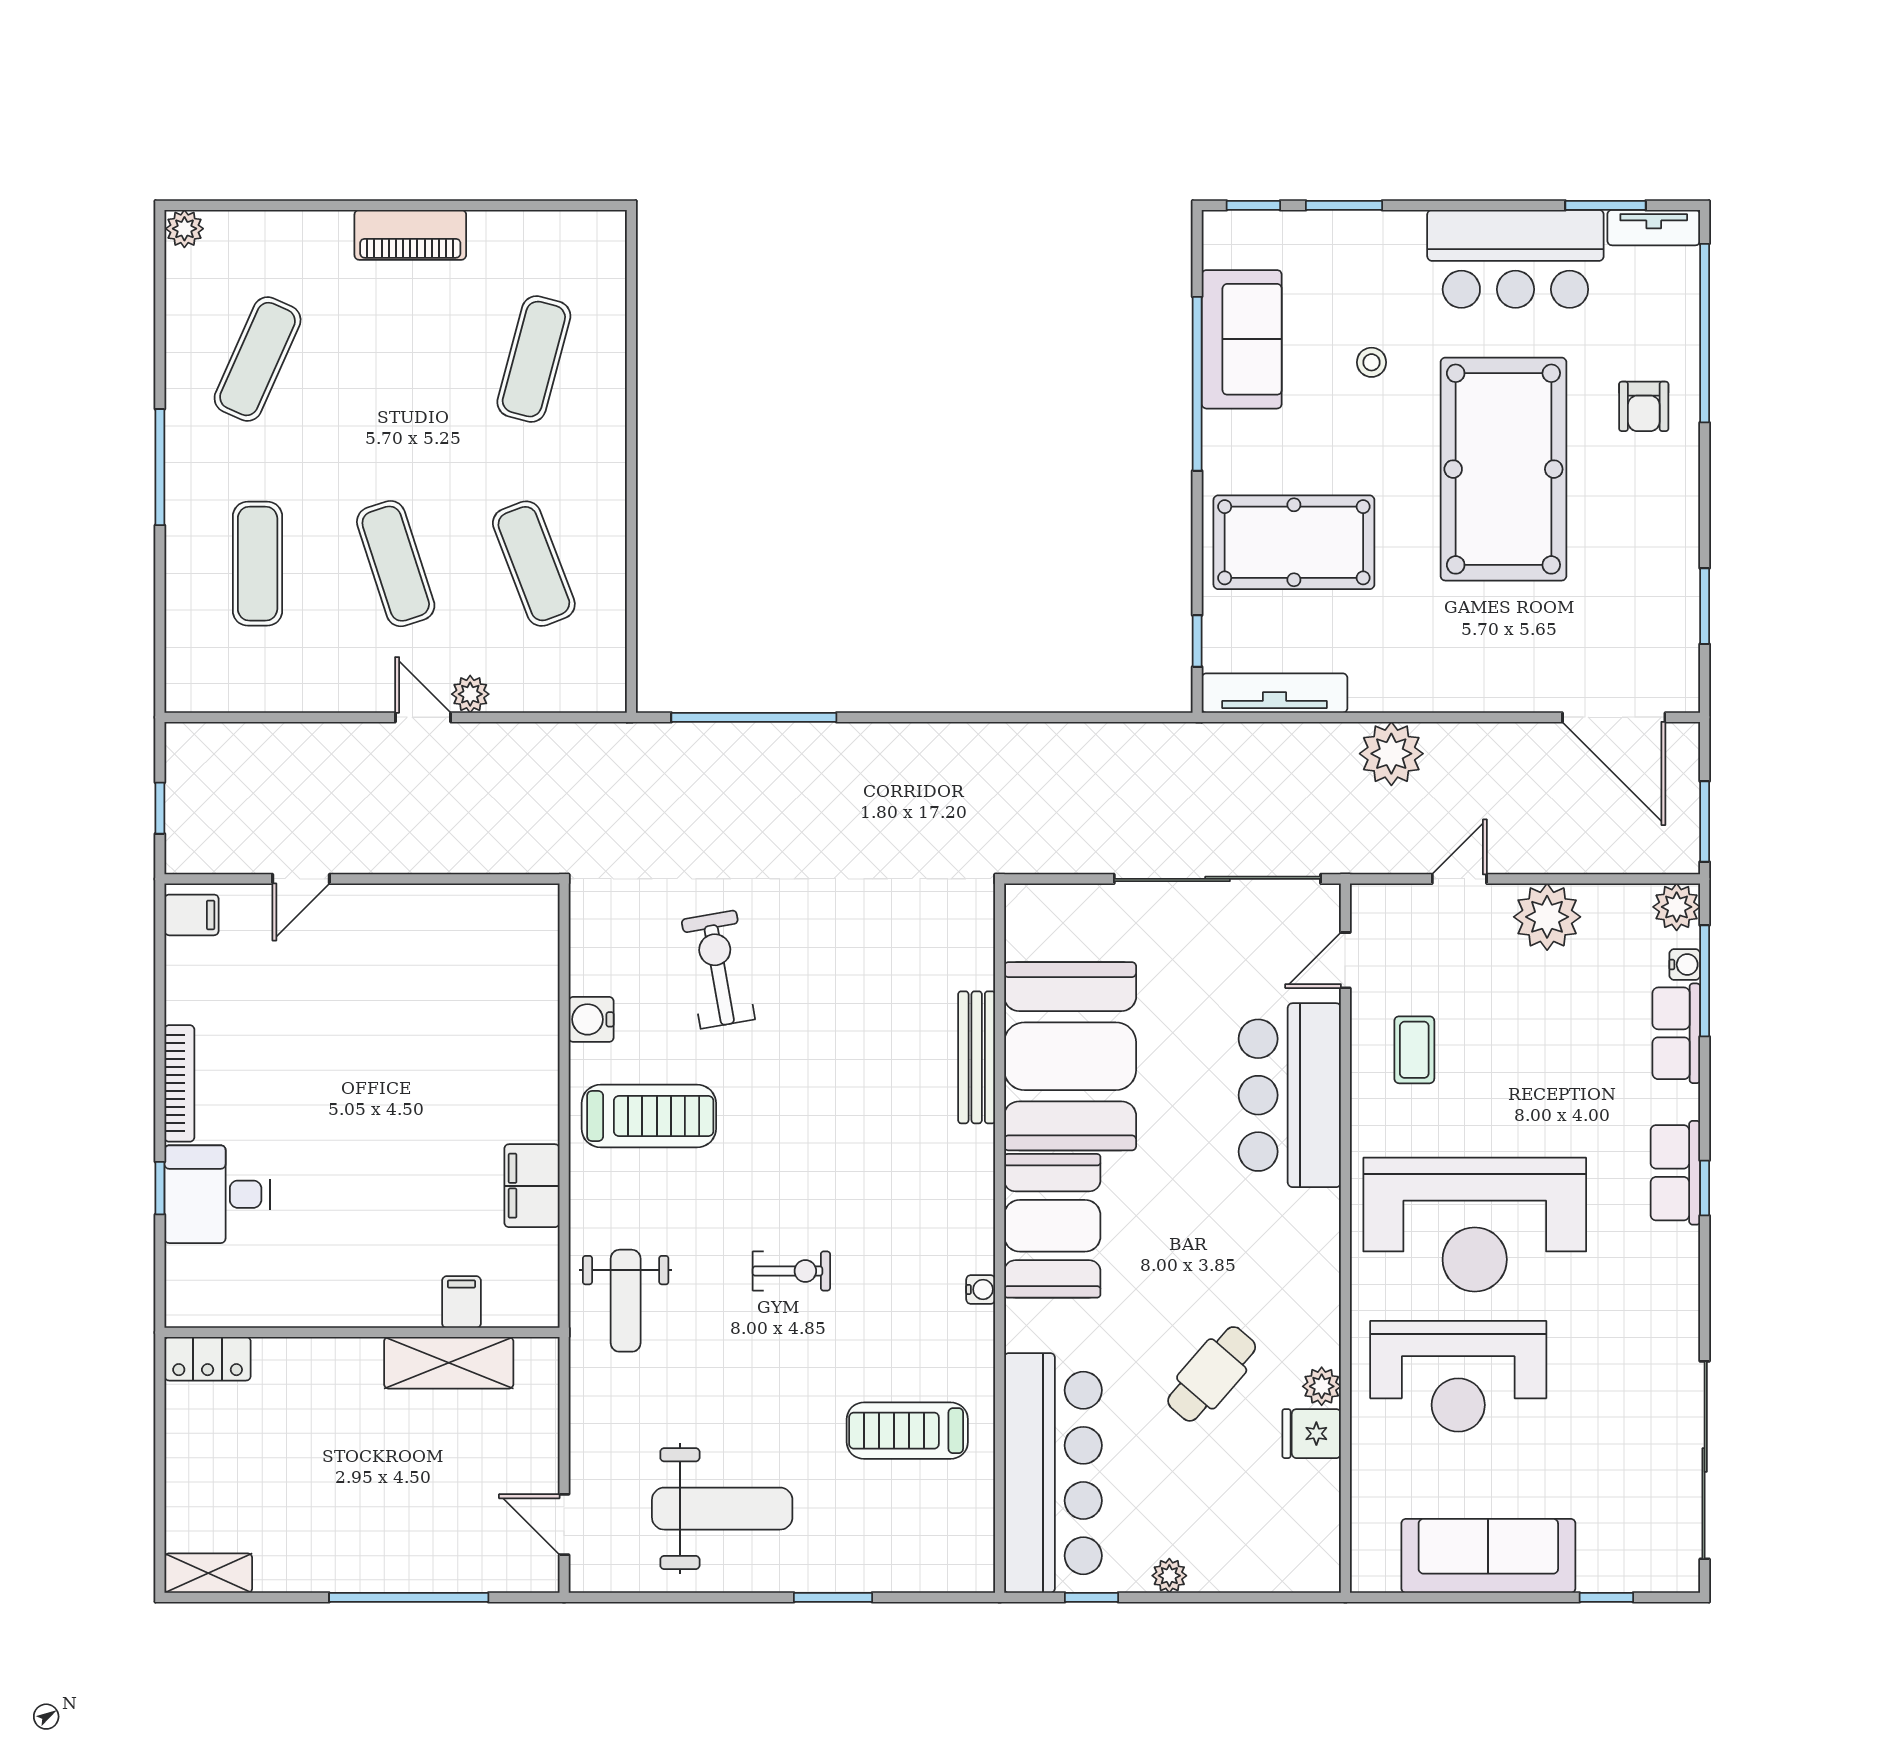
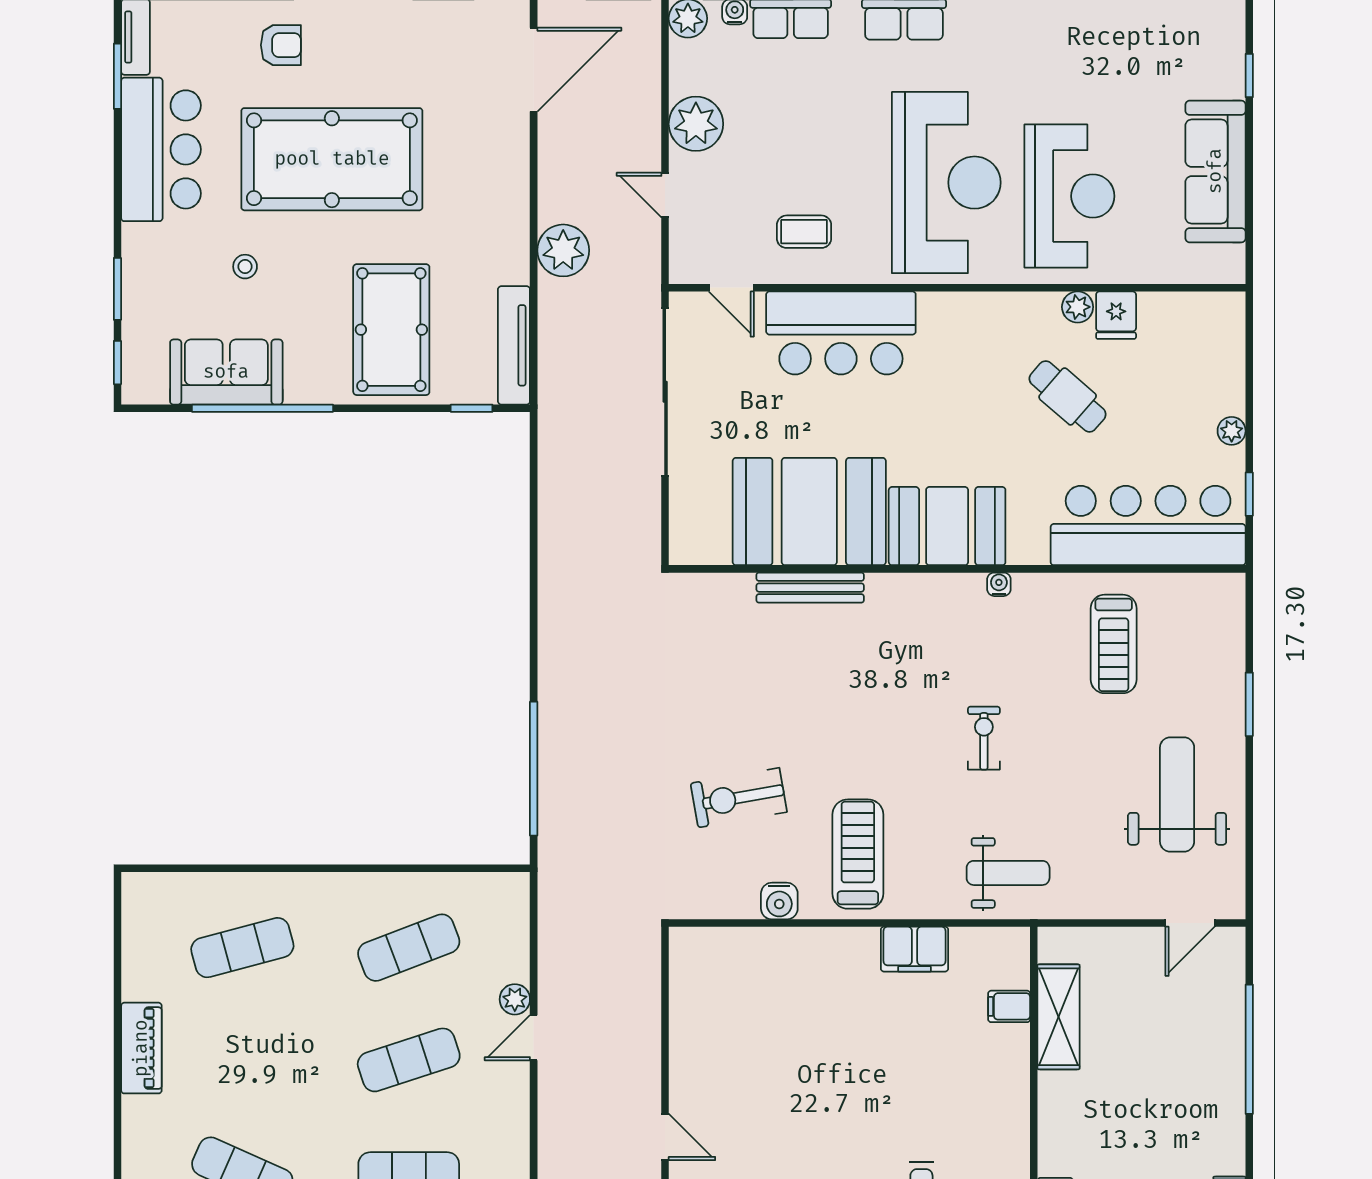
exercise mat: (534, 359) -> (242, 948), turned -30

